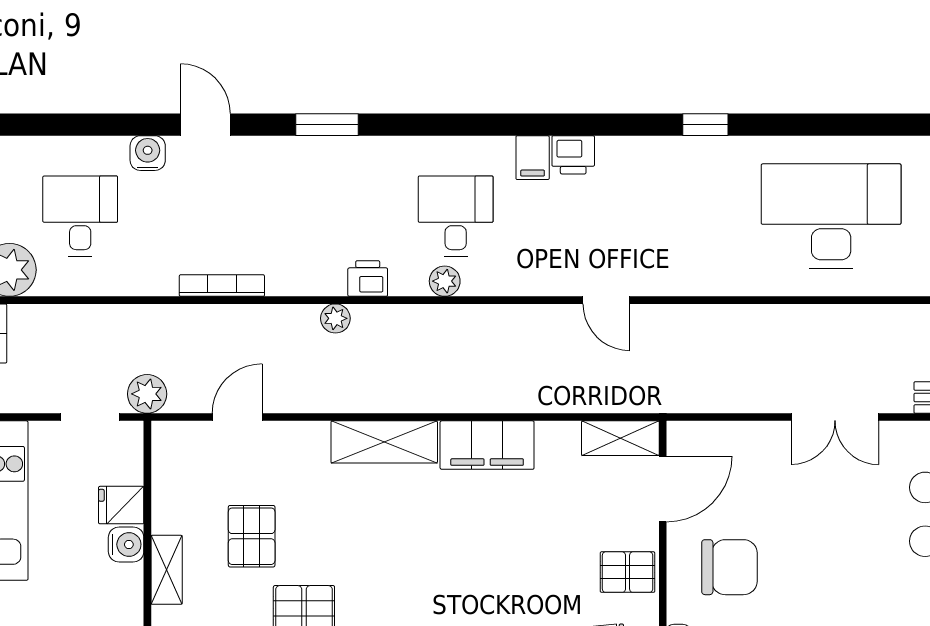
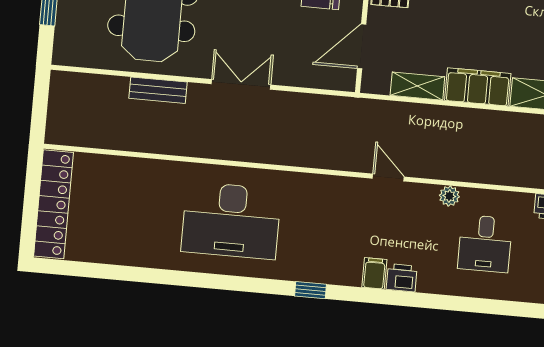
filing cabinet: (533, 158) -> (374, 273), moved
plant: (445, 281) -> (449, 196), moved
shelving: (620, 438) -> (417, 86), moved

